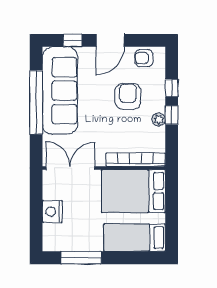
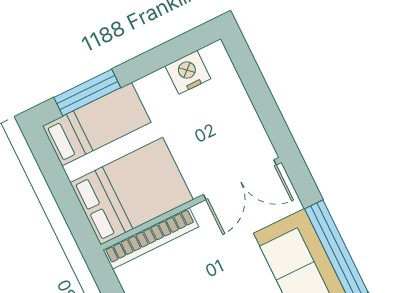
nightstand: (52, 212) -> (188, 72), moved, turned -90
window: (81, 258) -> (87, 92), moved

